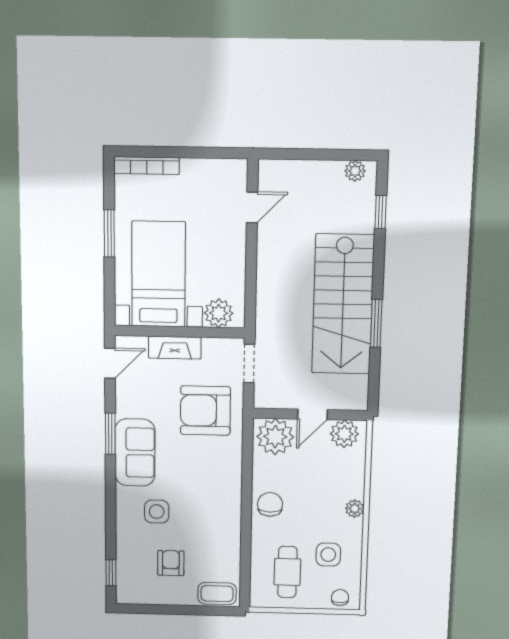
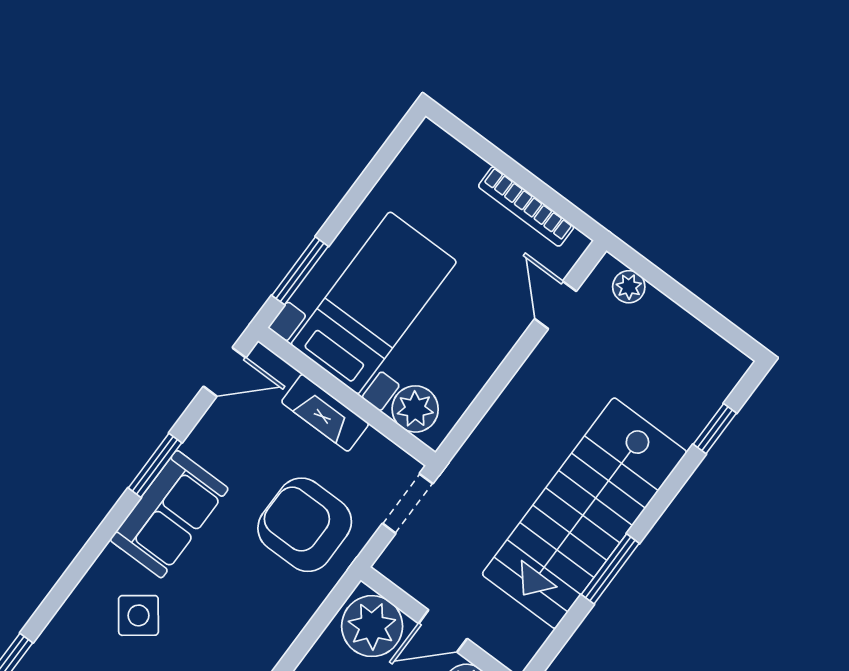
bookcase: (147, 166) -> (526, 206), moved
plant: (355, 171) -> (629, 287), moved
door: (252, 207) -> (556, 305), swing flipped
window: (109, 233) -> (300, 271), moved
side table: (157, 512) -> (138, 615), turned -37

